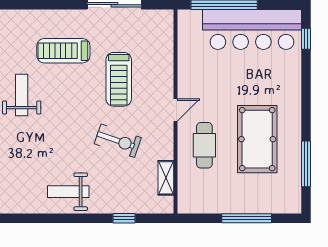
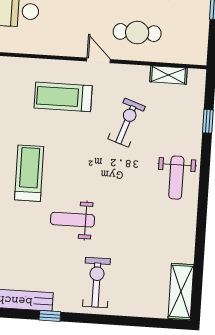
treadmill: (63, 51) -> (29, 173), turned 180
treadmill: (119, 79) -> (63, 97), moved, turned 180

